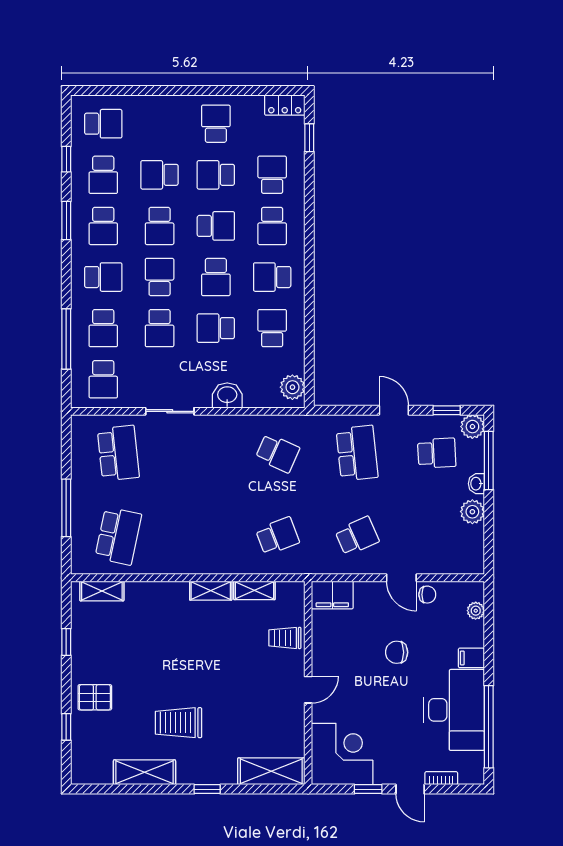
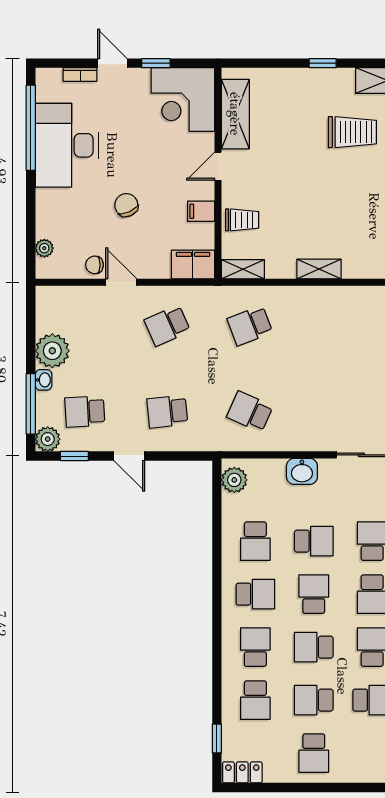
school desk: (216, 175) -> (314, 700), turned 180
school desk: (357, 453) -> (167, 412), width x0.54
plant: (472, 512) -> (52, 351), width x1.36, depth x1.36
shelving: (254, 590) -> (243, 269), moved
chair: (397, 652) -> (126, 205), turned -114
filing cabinet: (471, 658) -> (201, 211), moved, turned 180
shelving: (271, 771) -> (235, 114), moved, turned 90

